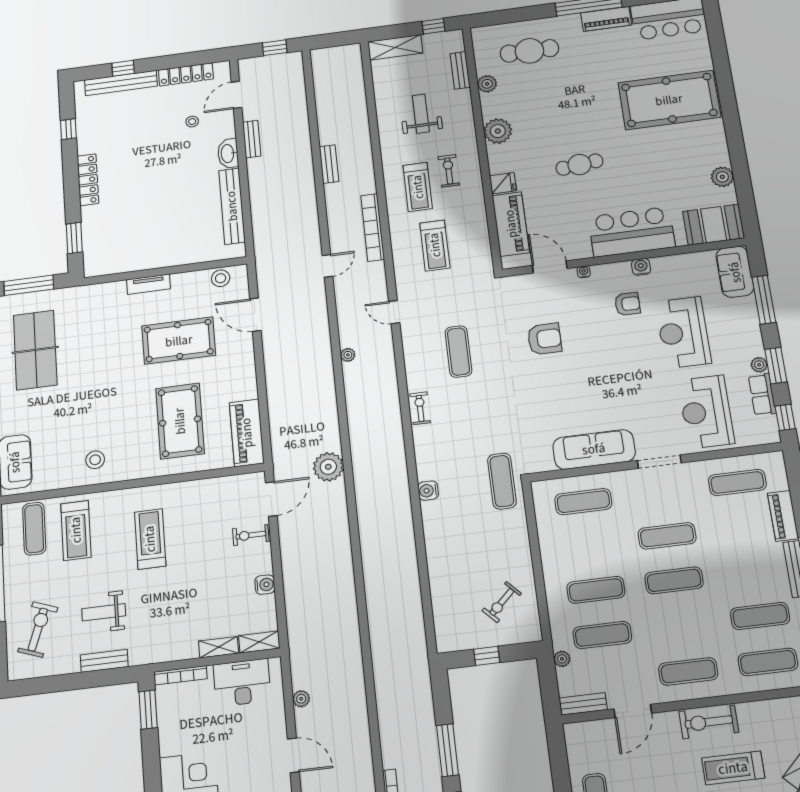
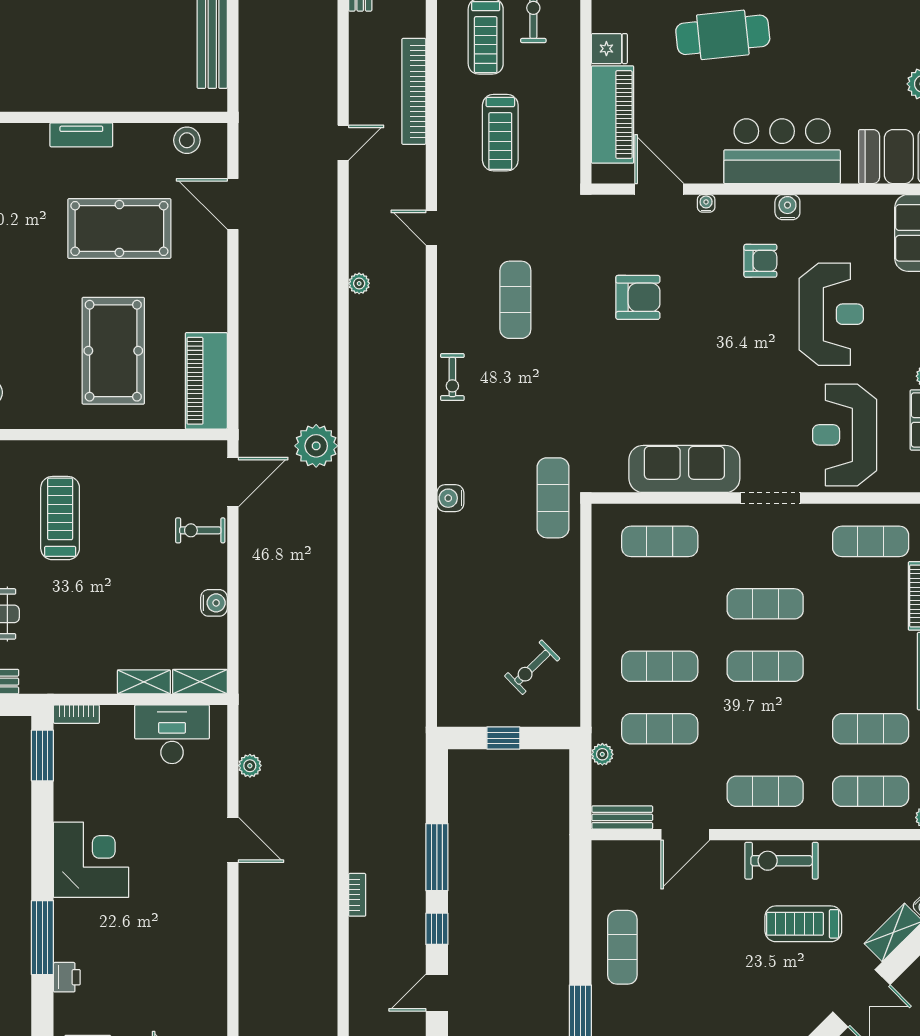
cafe table: (579, 165) -> (723, 35), width x1.37, depth x1.35
reception desk: (683, 332) -> (831, 314), turned 180
exercise bike: (420, 408) -> (452, 377), turned 180
bookcase: (180, 675) -> (76, 714), width x0.64

